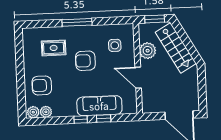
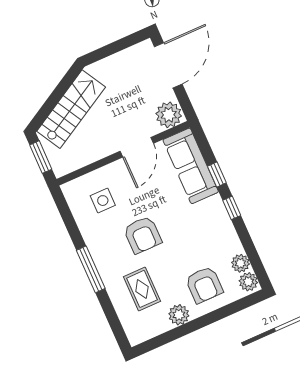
plant: (148, 51) -> (169, 115), moved
plant: (30, 64) -> (179, 315), added
sofa: (99, 106) -> (191, 166), moved

